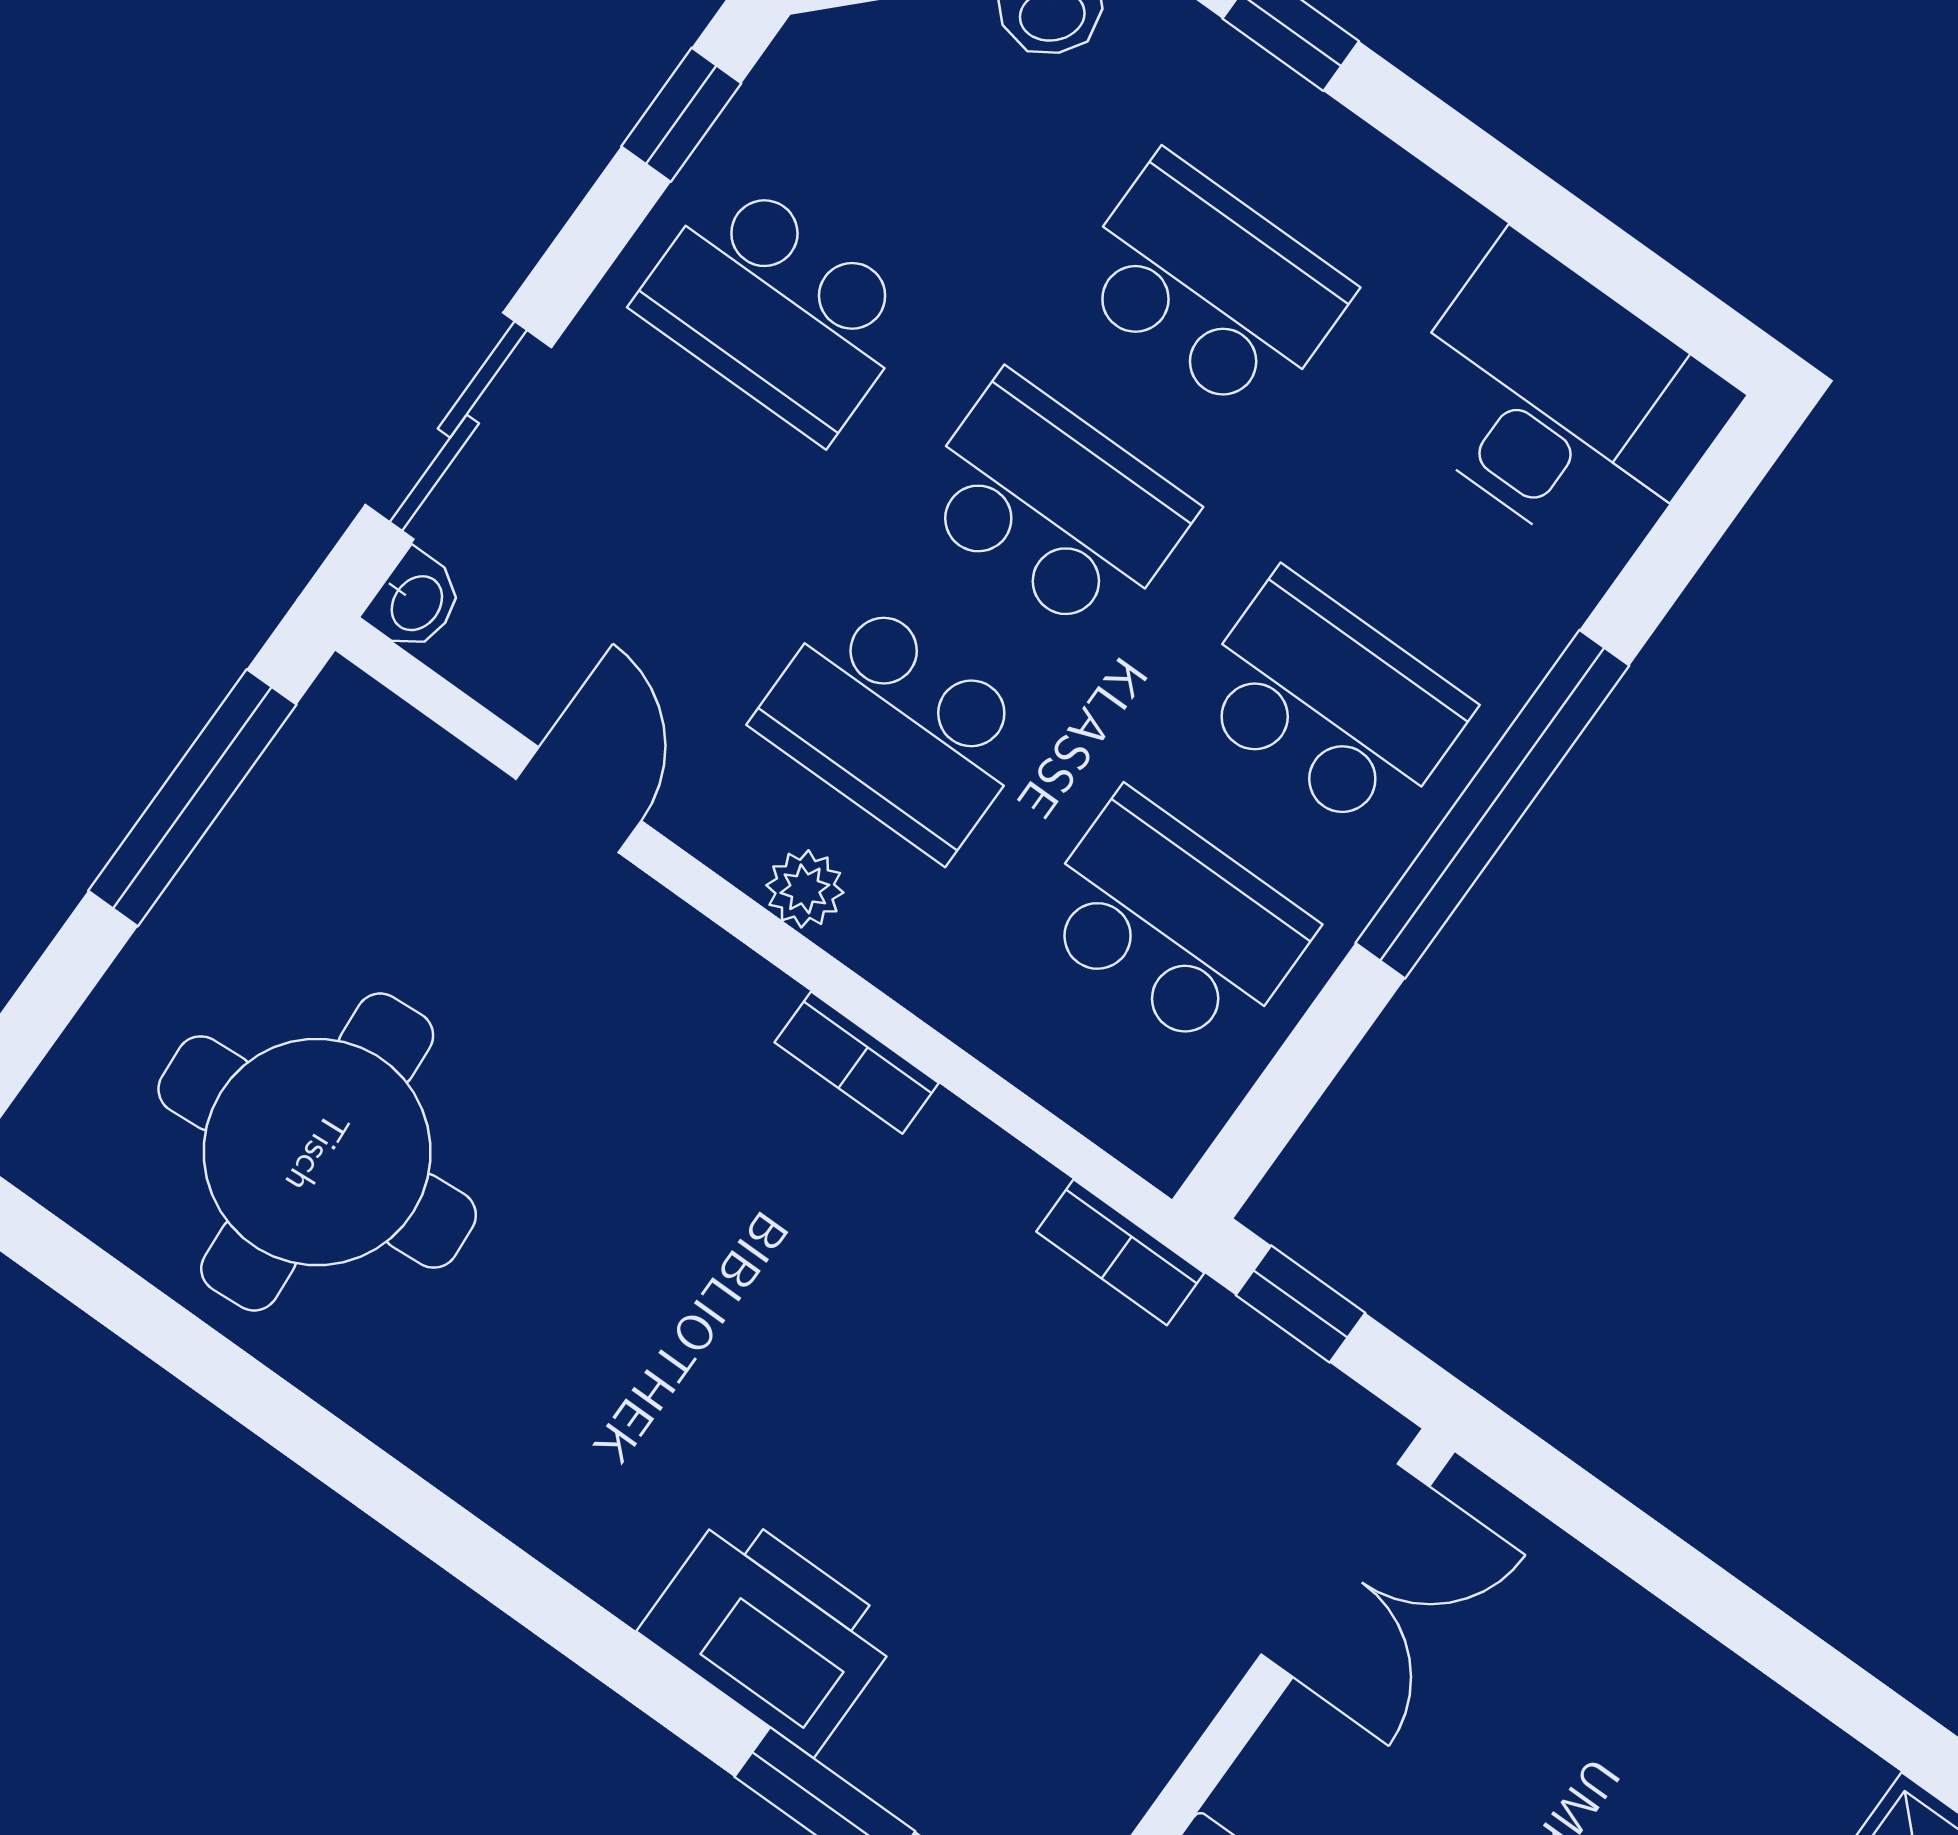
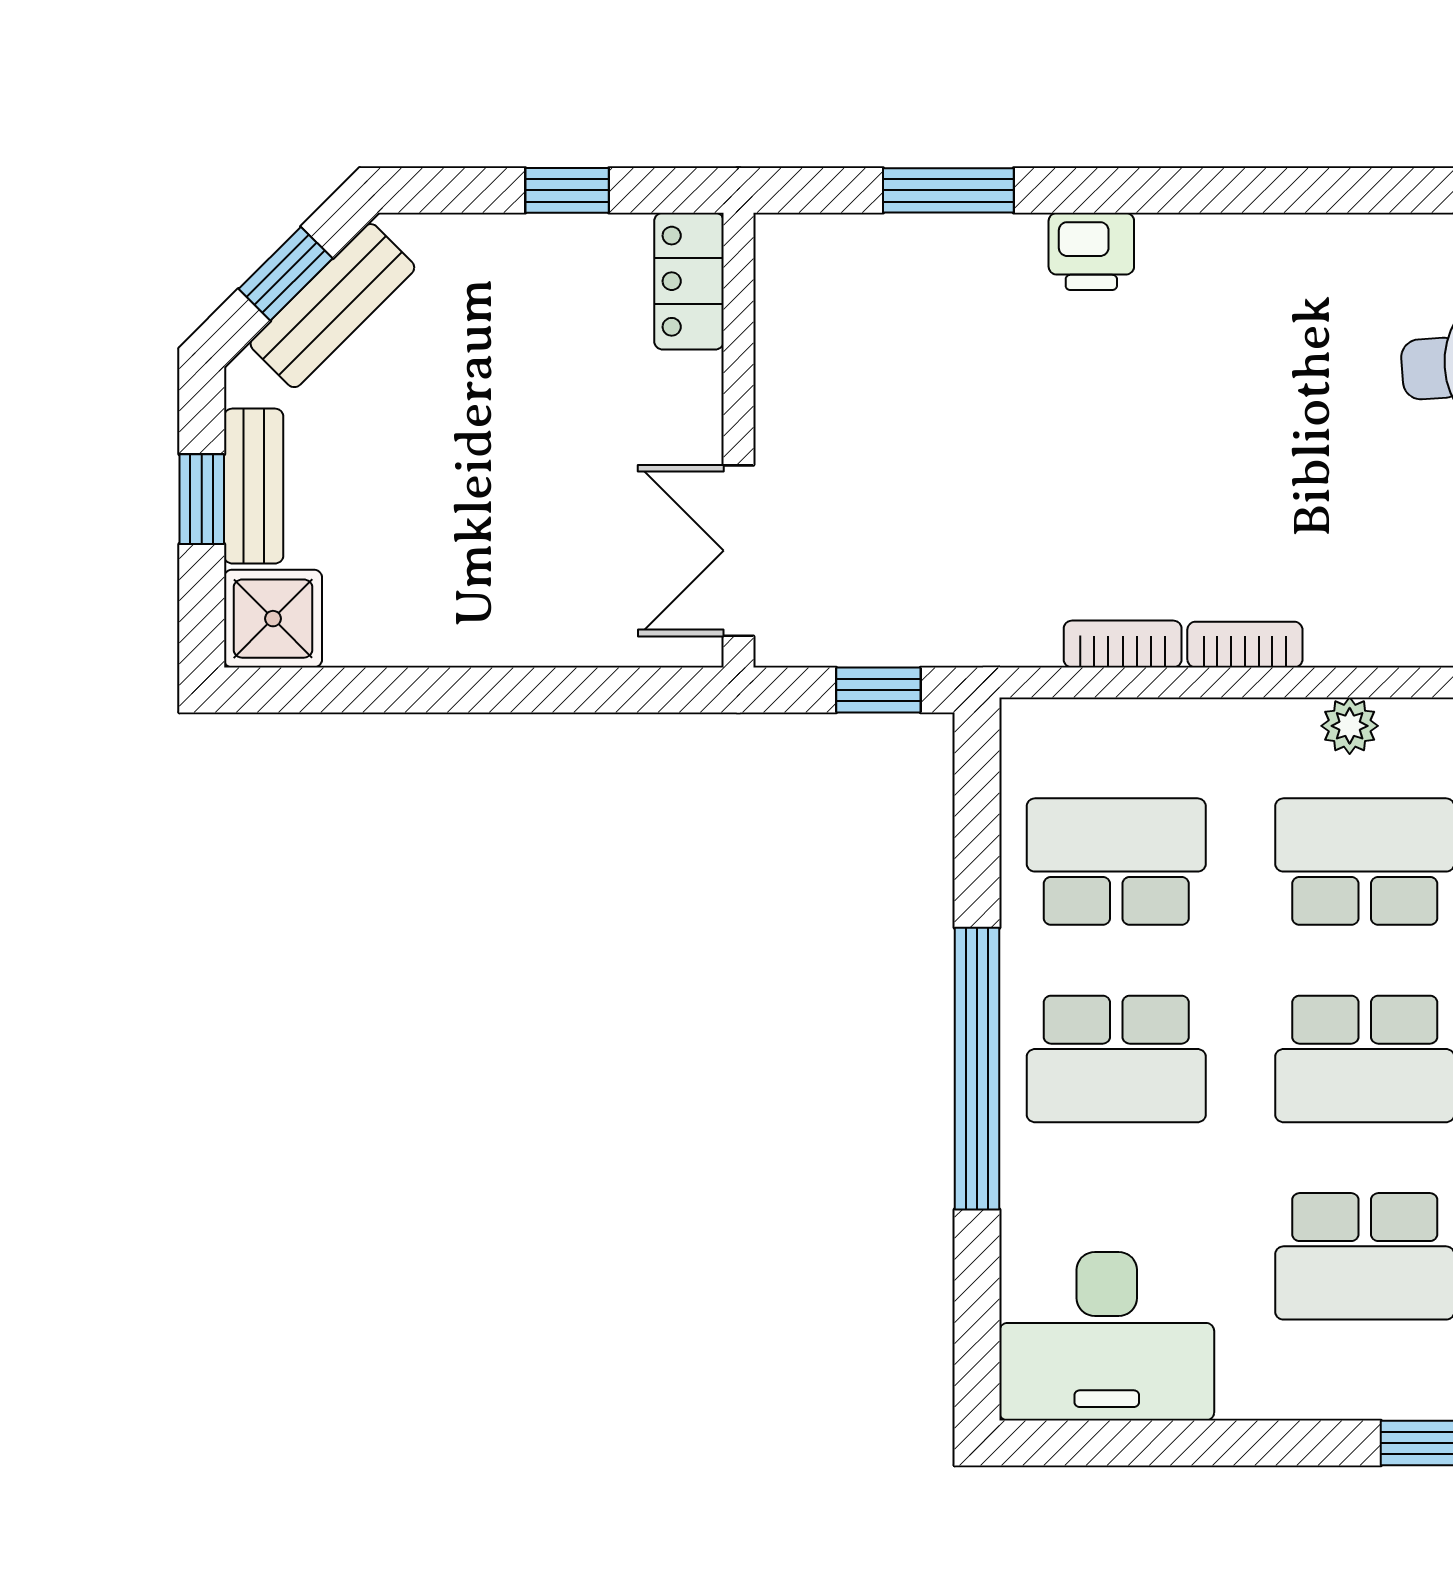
school desk: (1173, 924) -> (1116, 862), turned 180
bookcase: (1120, 1252) -> (1123, 644), moved
printer: (771, 1631) -> (1091, 251), width x0.53, depth x0.68

